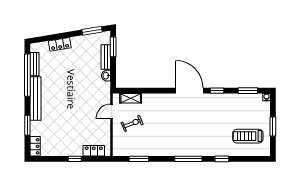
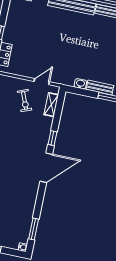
window: (217, 91) -> (53, 138), moved
door: (112, 111) -> (42, 82), hinge flipped

